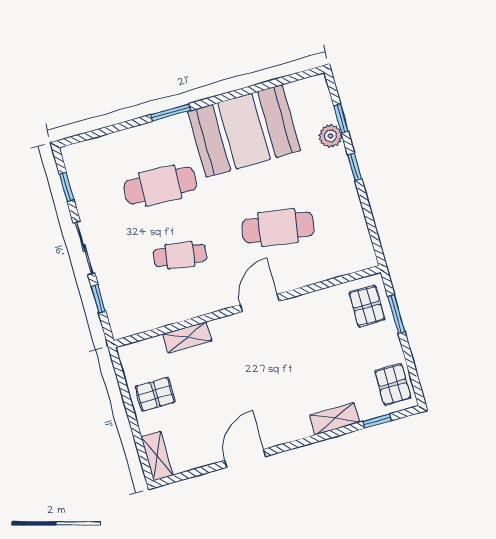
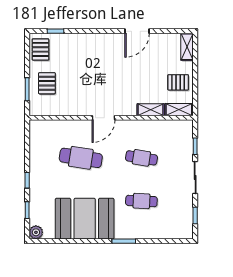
plant: (330, 136) -> (36, 232), moved
cafe table: (160, 186) -> (141, 201), width x0.73, depth x0.74
pallet: (367, 306) -> (47, 83), moved
shelving: (335, 419) -> (179, 110), moved

